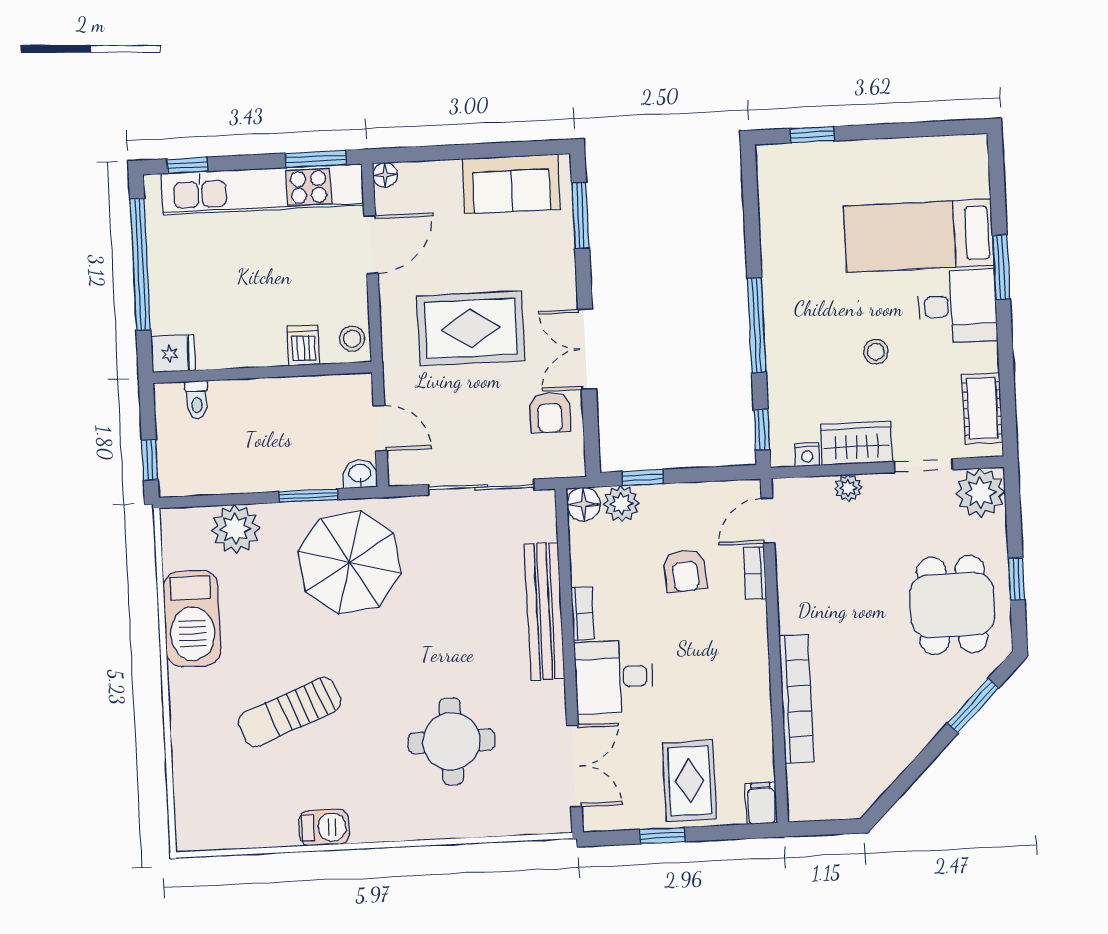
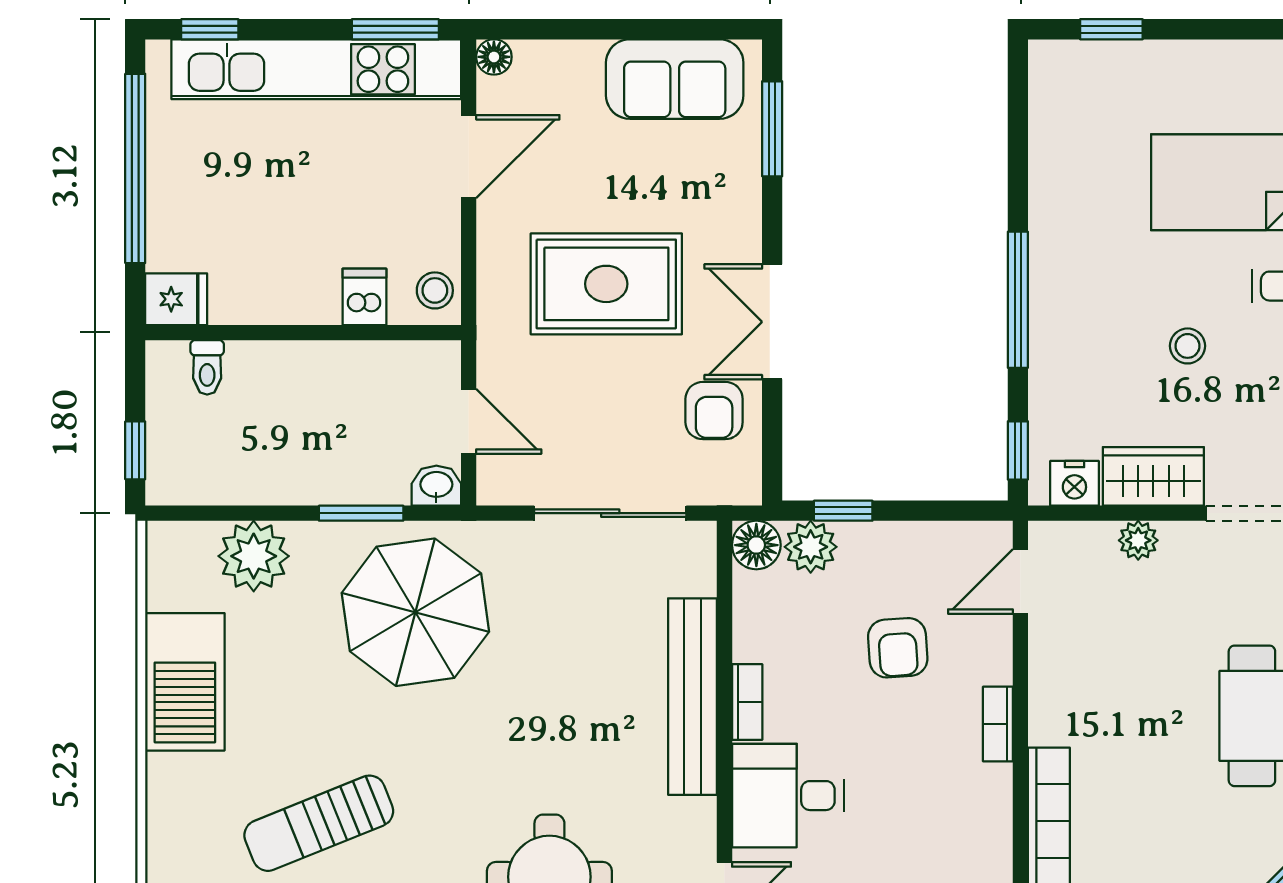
nightstand: (807, 455) -> (1074, 483), width x1.39, depth x1.35
bookcase: (755, 573) -> (998, 724), moved

